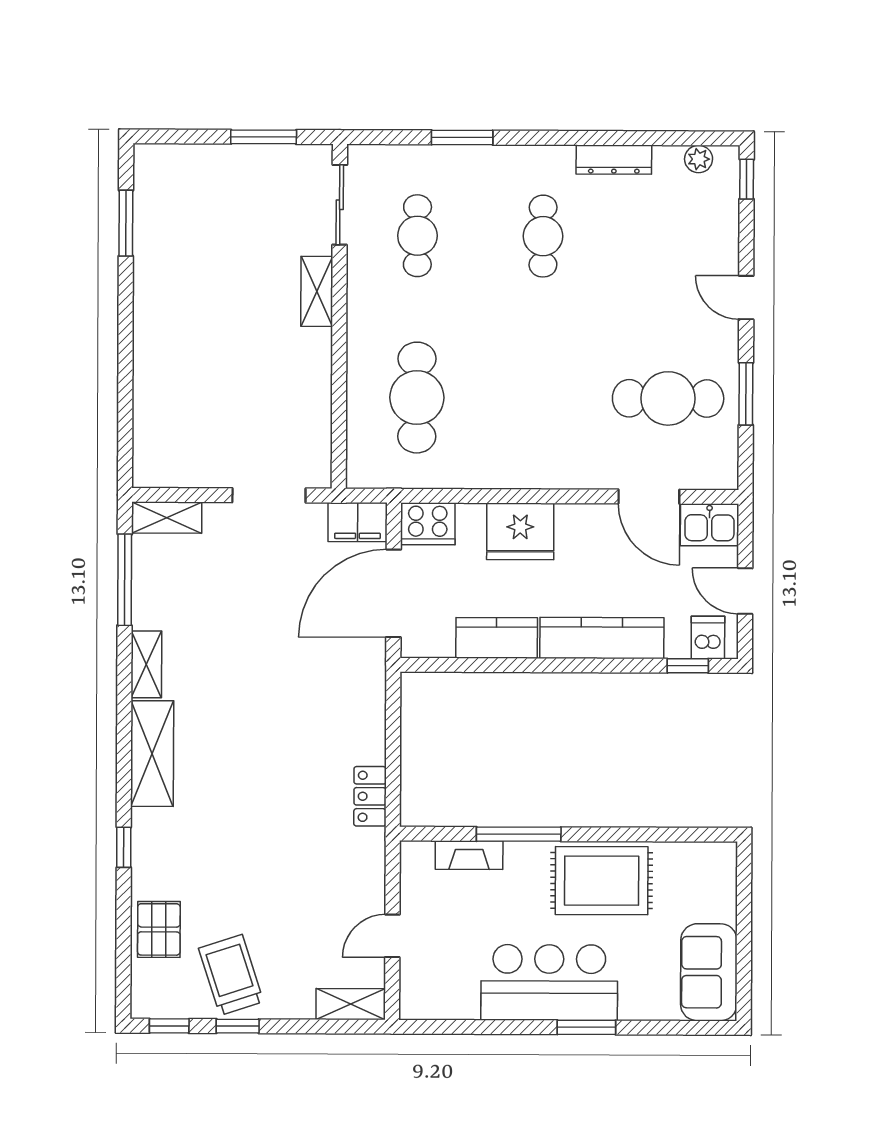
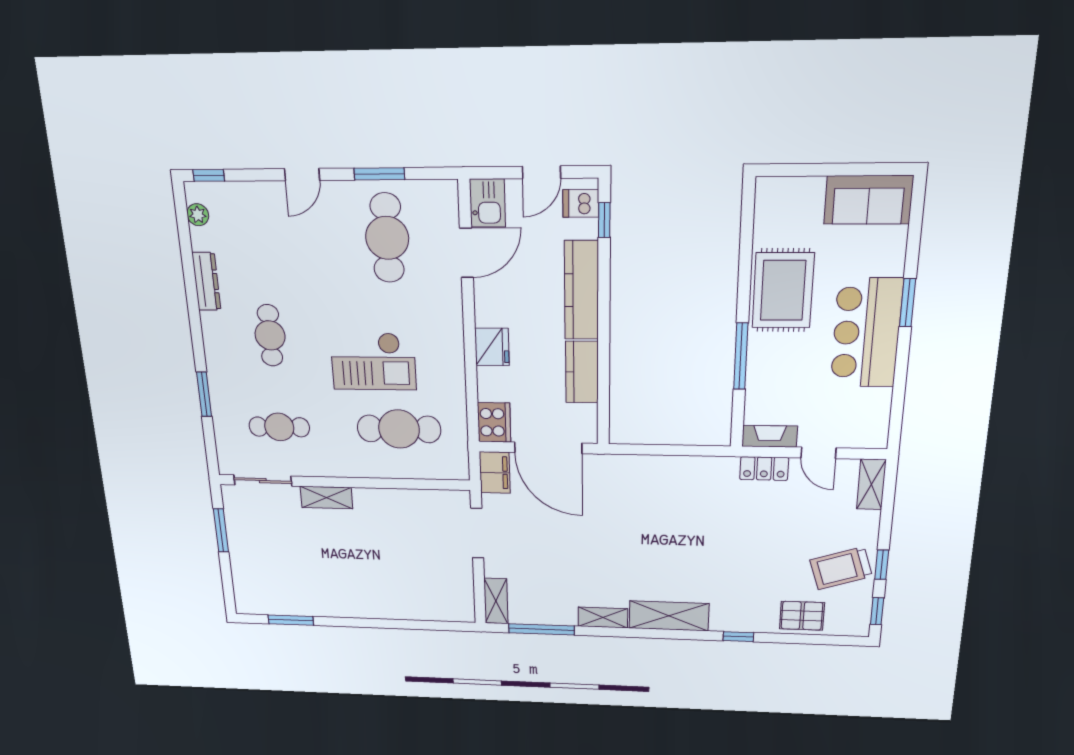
cafe table: (543, 236) -> (270, 335), turned 90
checkout: (509, 370) -> (373, 361), added
fridge: (520, 531) -> (492, 347), width x0.73, depth x0.75
locker: (370, 796) -> (764, 469), moved
fireplace: (469, 855) -> (770, 436), moved, turned -90

